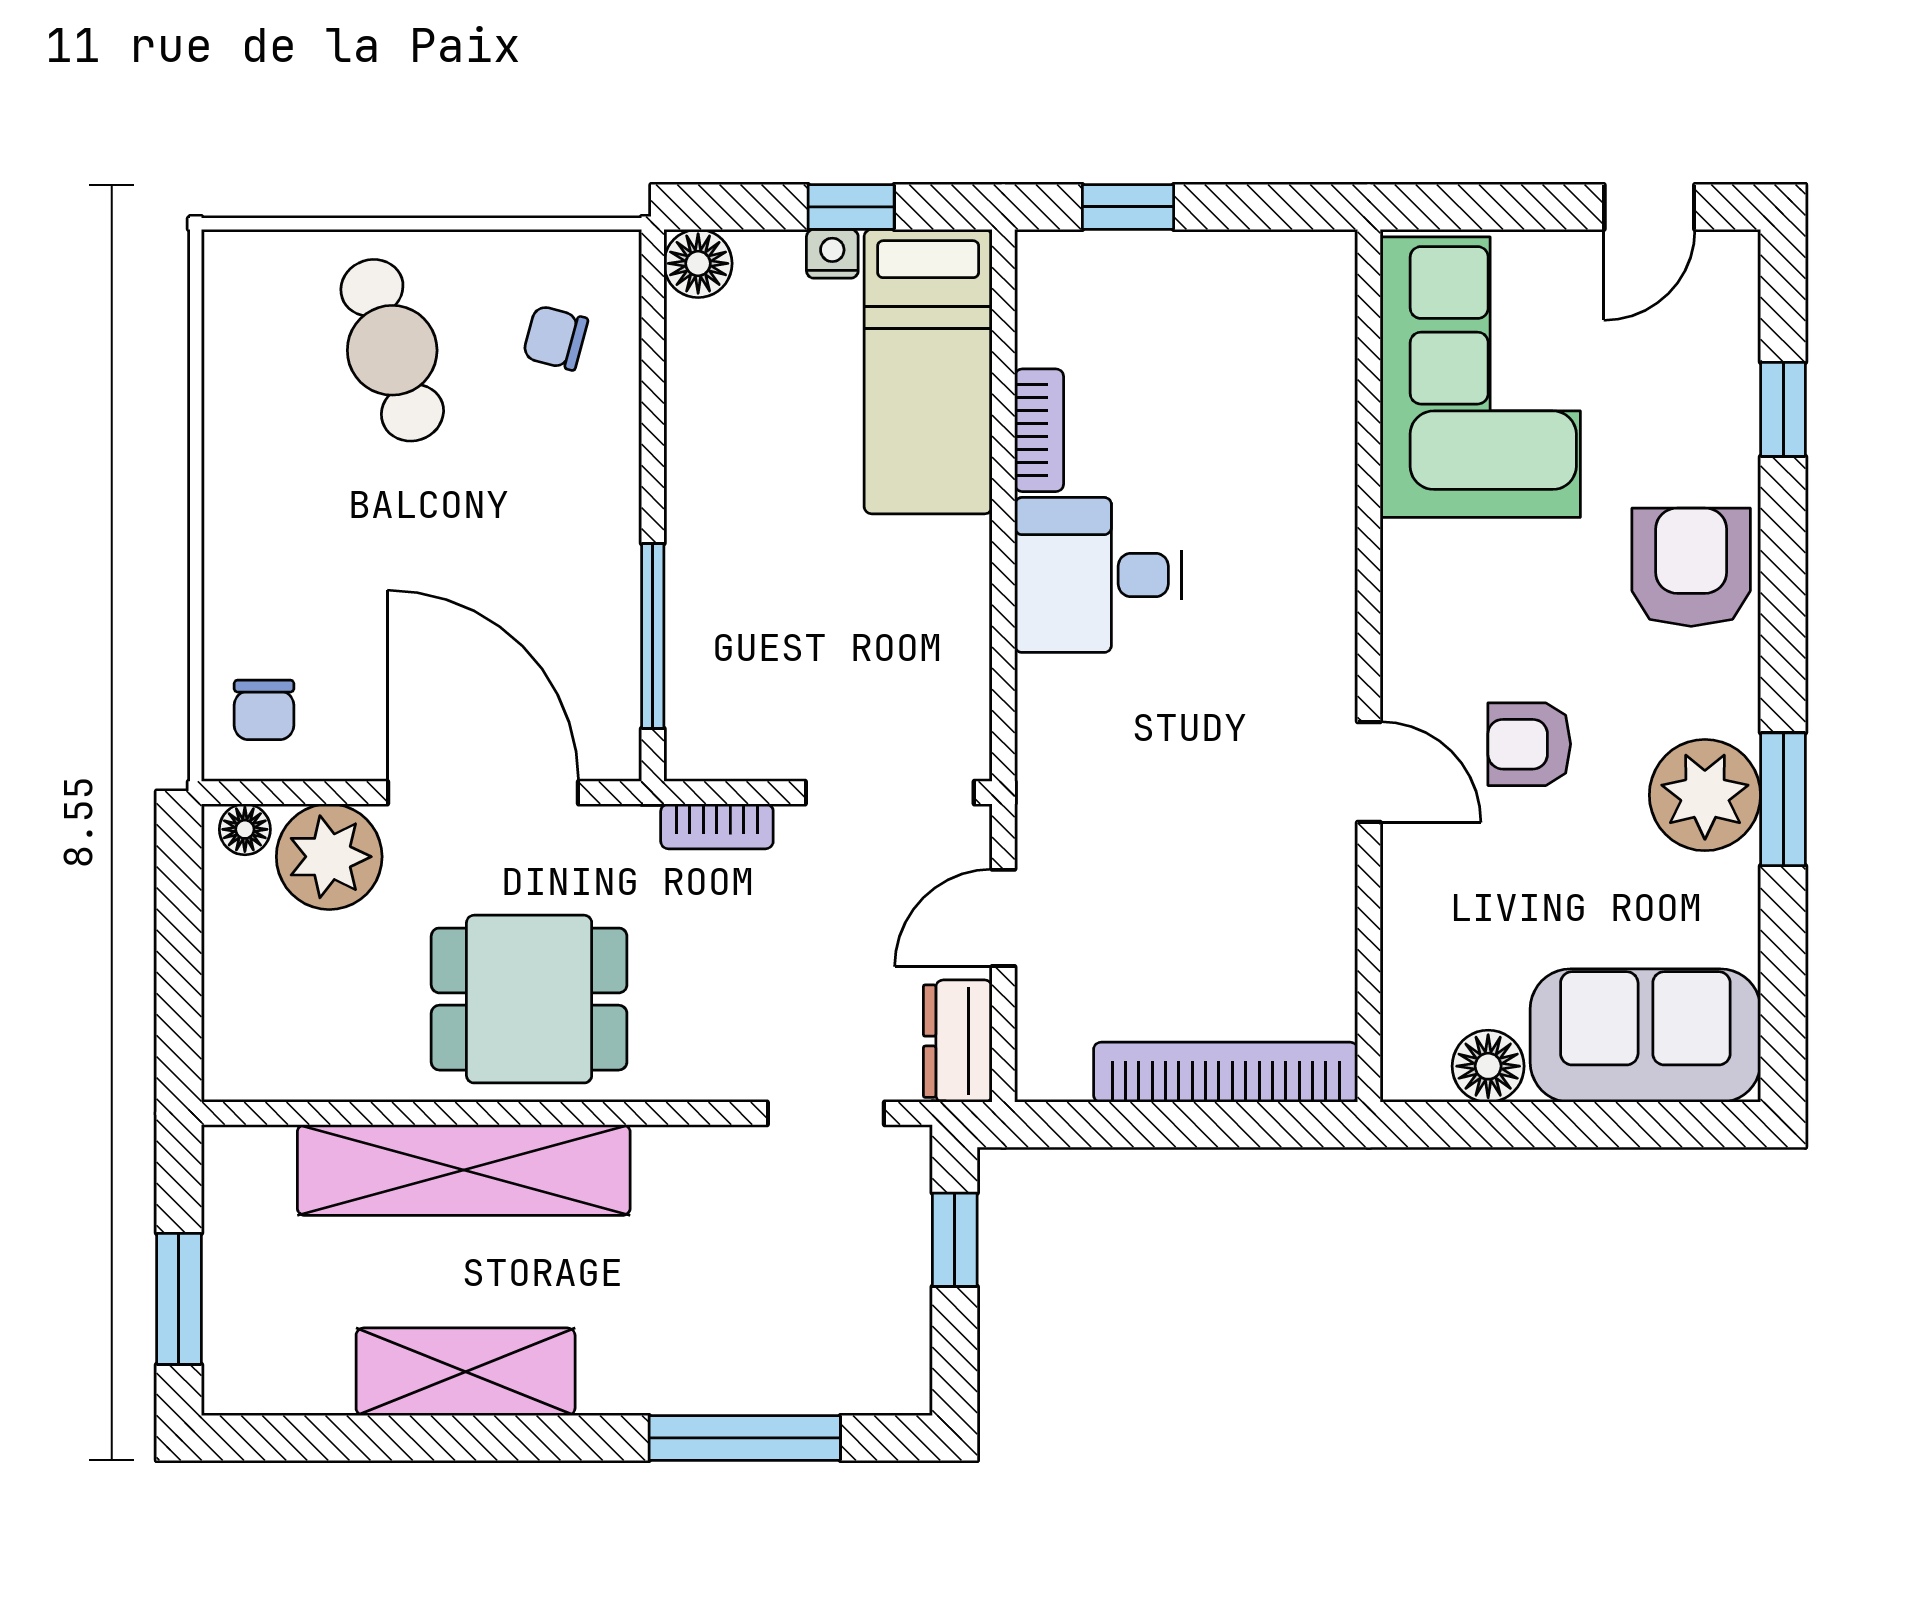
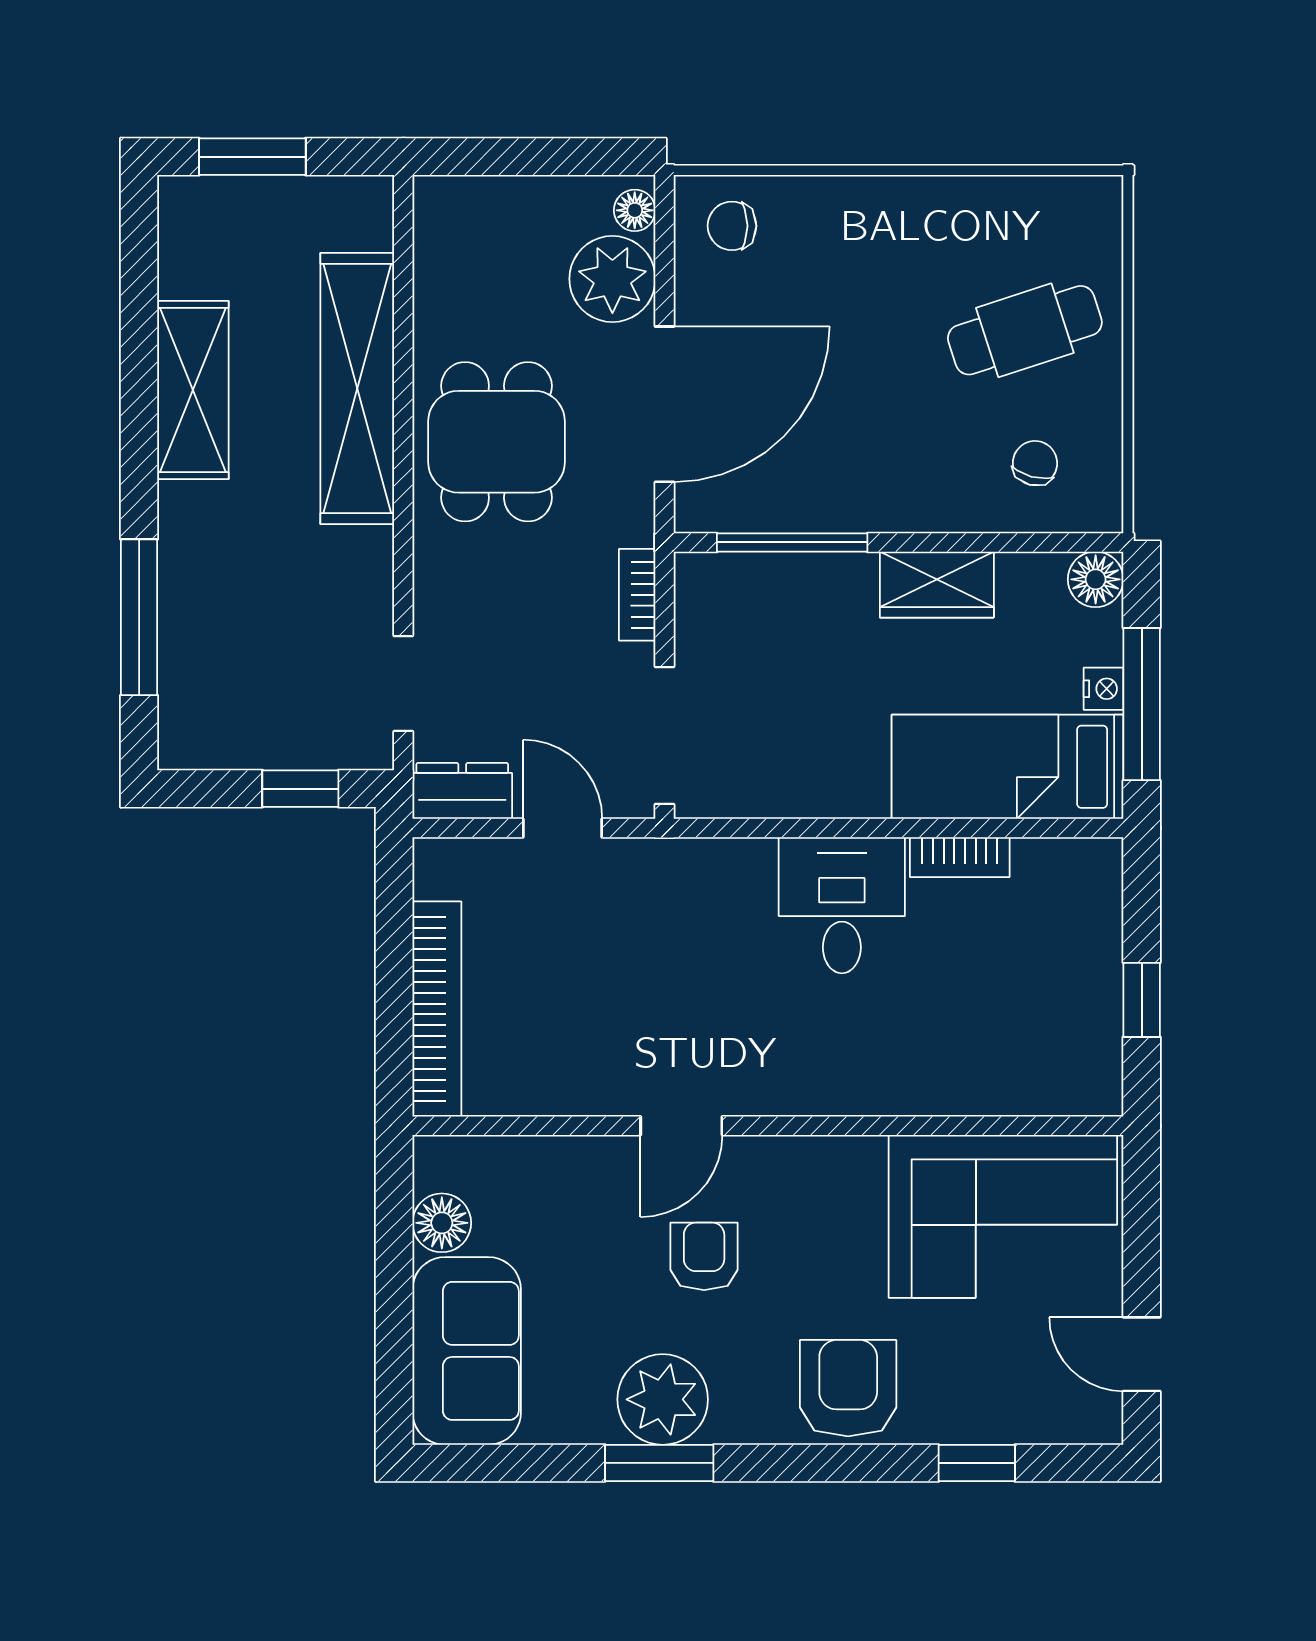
window: (851, 207) -> (1142, 704), width x2.17
window: (1128, 207) -> (1142, 1000), moved
wardrobe: (704, 458) -> (937, 585), added
armchair: (1691, 567) -> (848, 1388), turned -90

